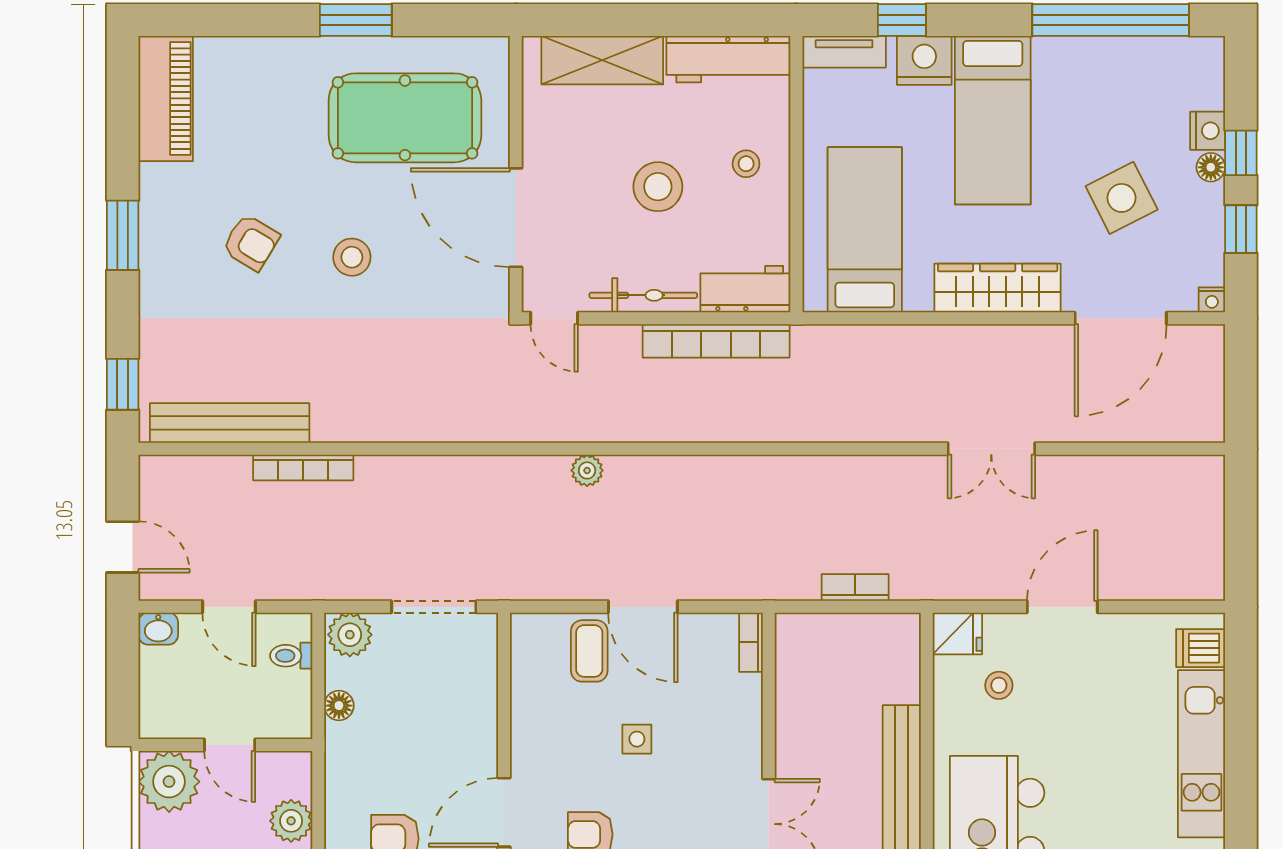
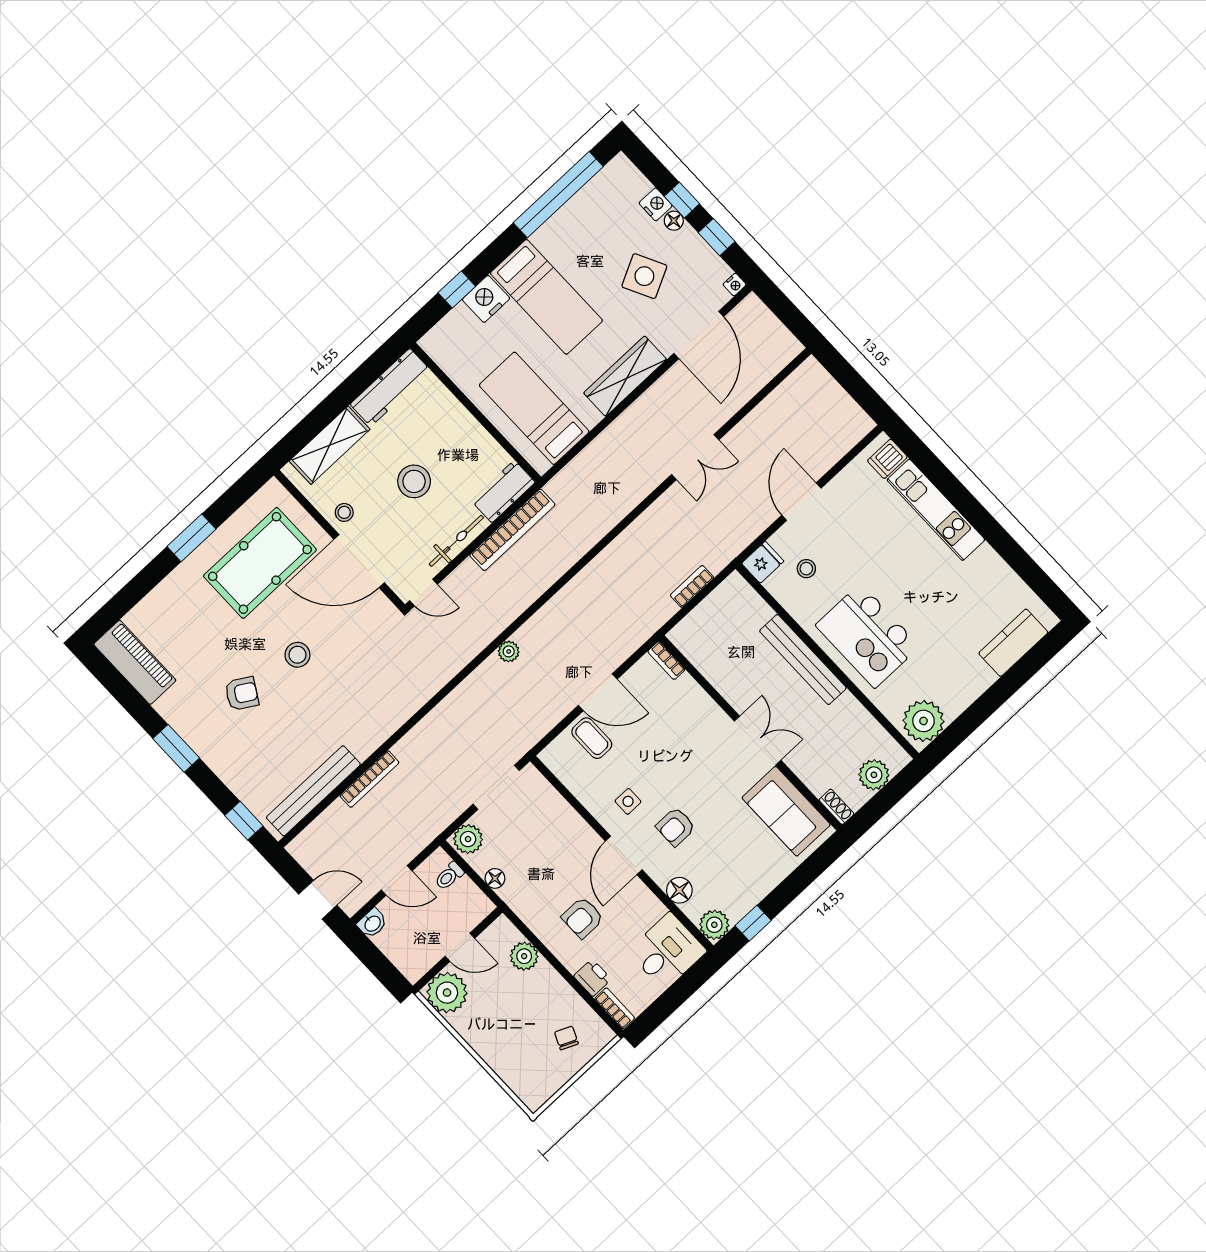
tv unit: (844, 52) -> (443, 331), removed
stool: (746, 164) -> (344, 512), moved
side table: (637, 739) -> (628, 801), moved

